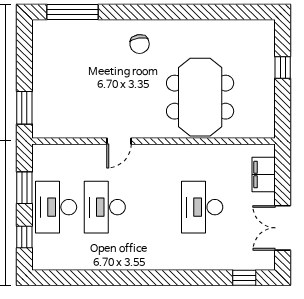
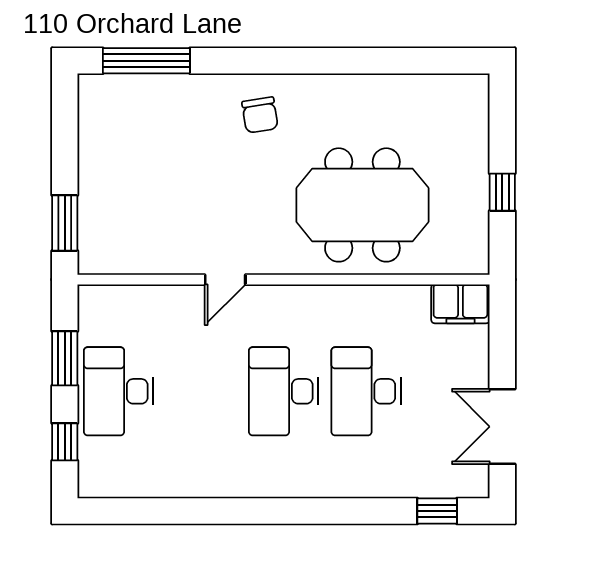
window: (283, 68) -> (502, 192), moved
meeting table: (200, 97) -> (362, 205), turned 90
filing cabinet: (264, 175) -> (460, 304), moved, turned -90
desk: (105, 207) -> (284, 391), moved

